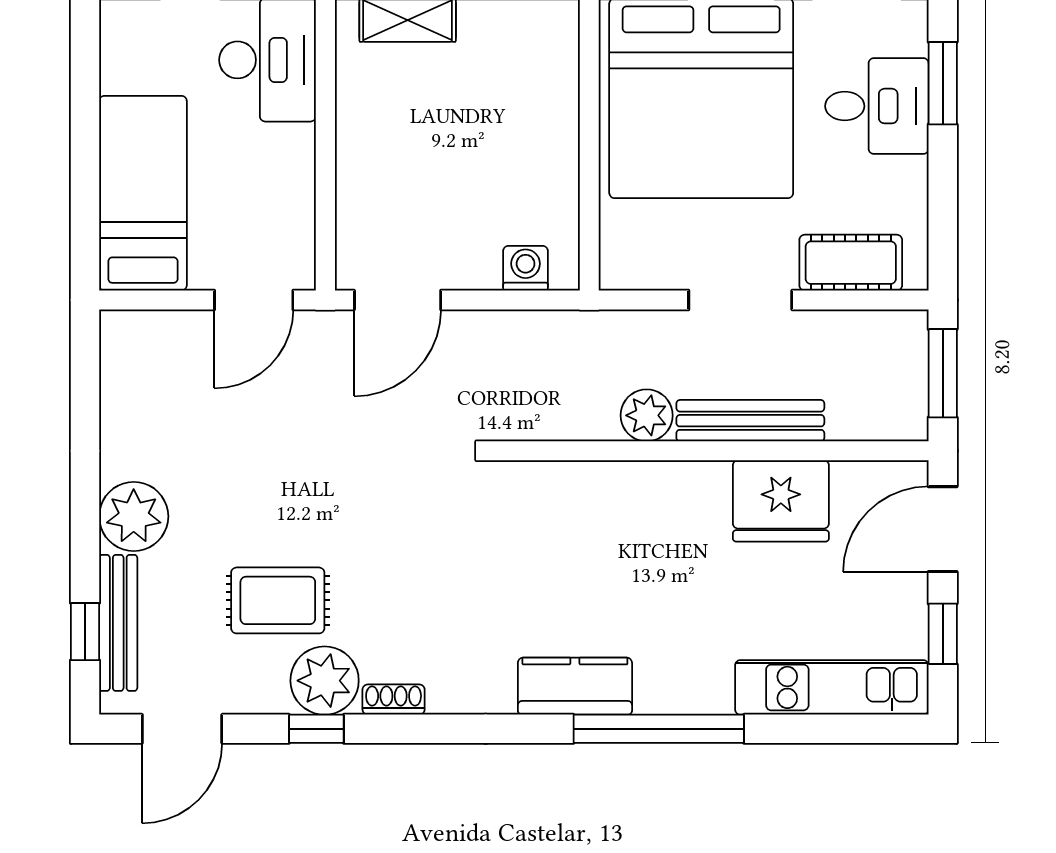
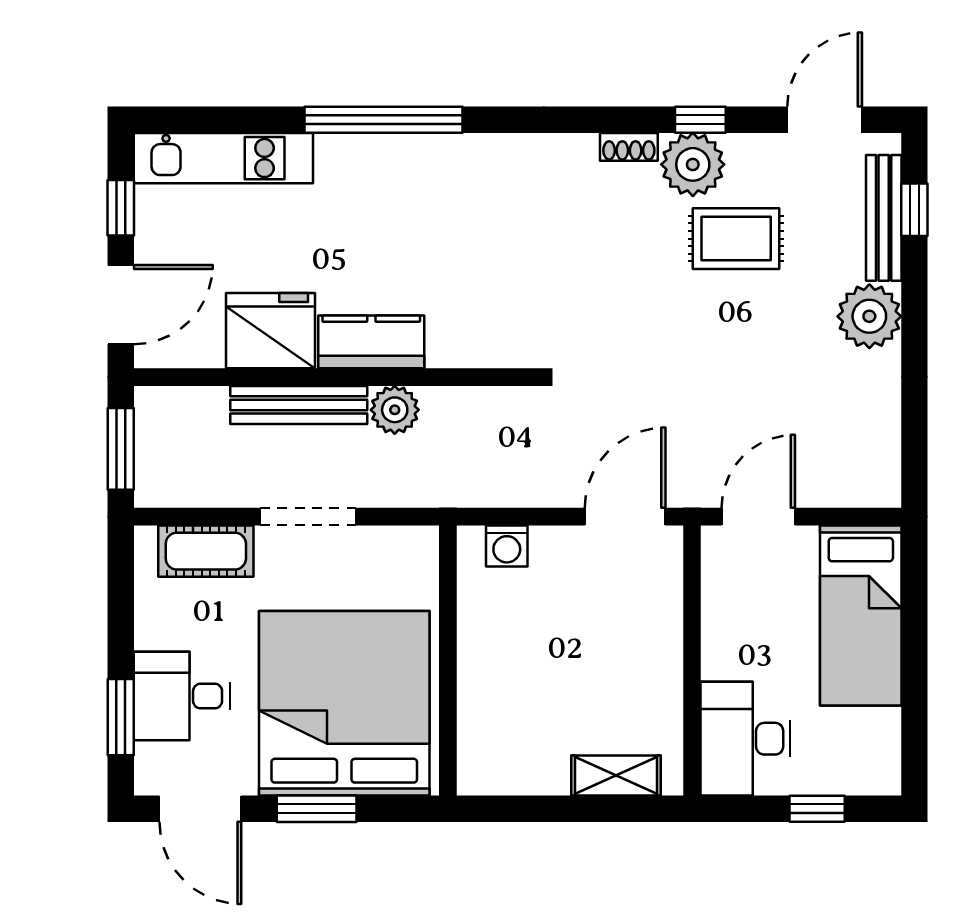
kitchen counter: (575, 686) -> (371, 342), moved, turned 180

